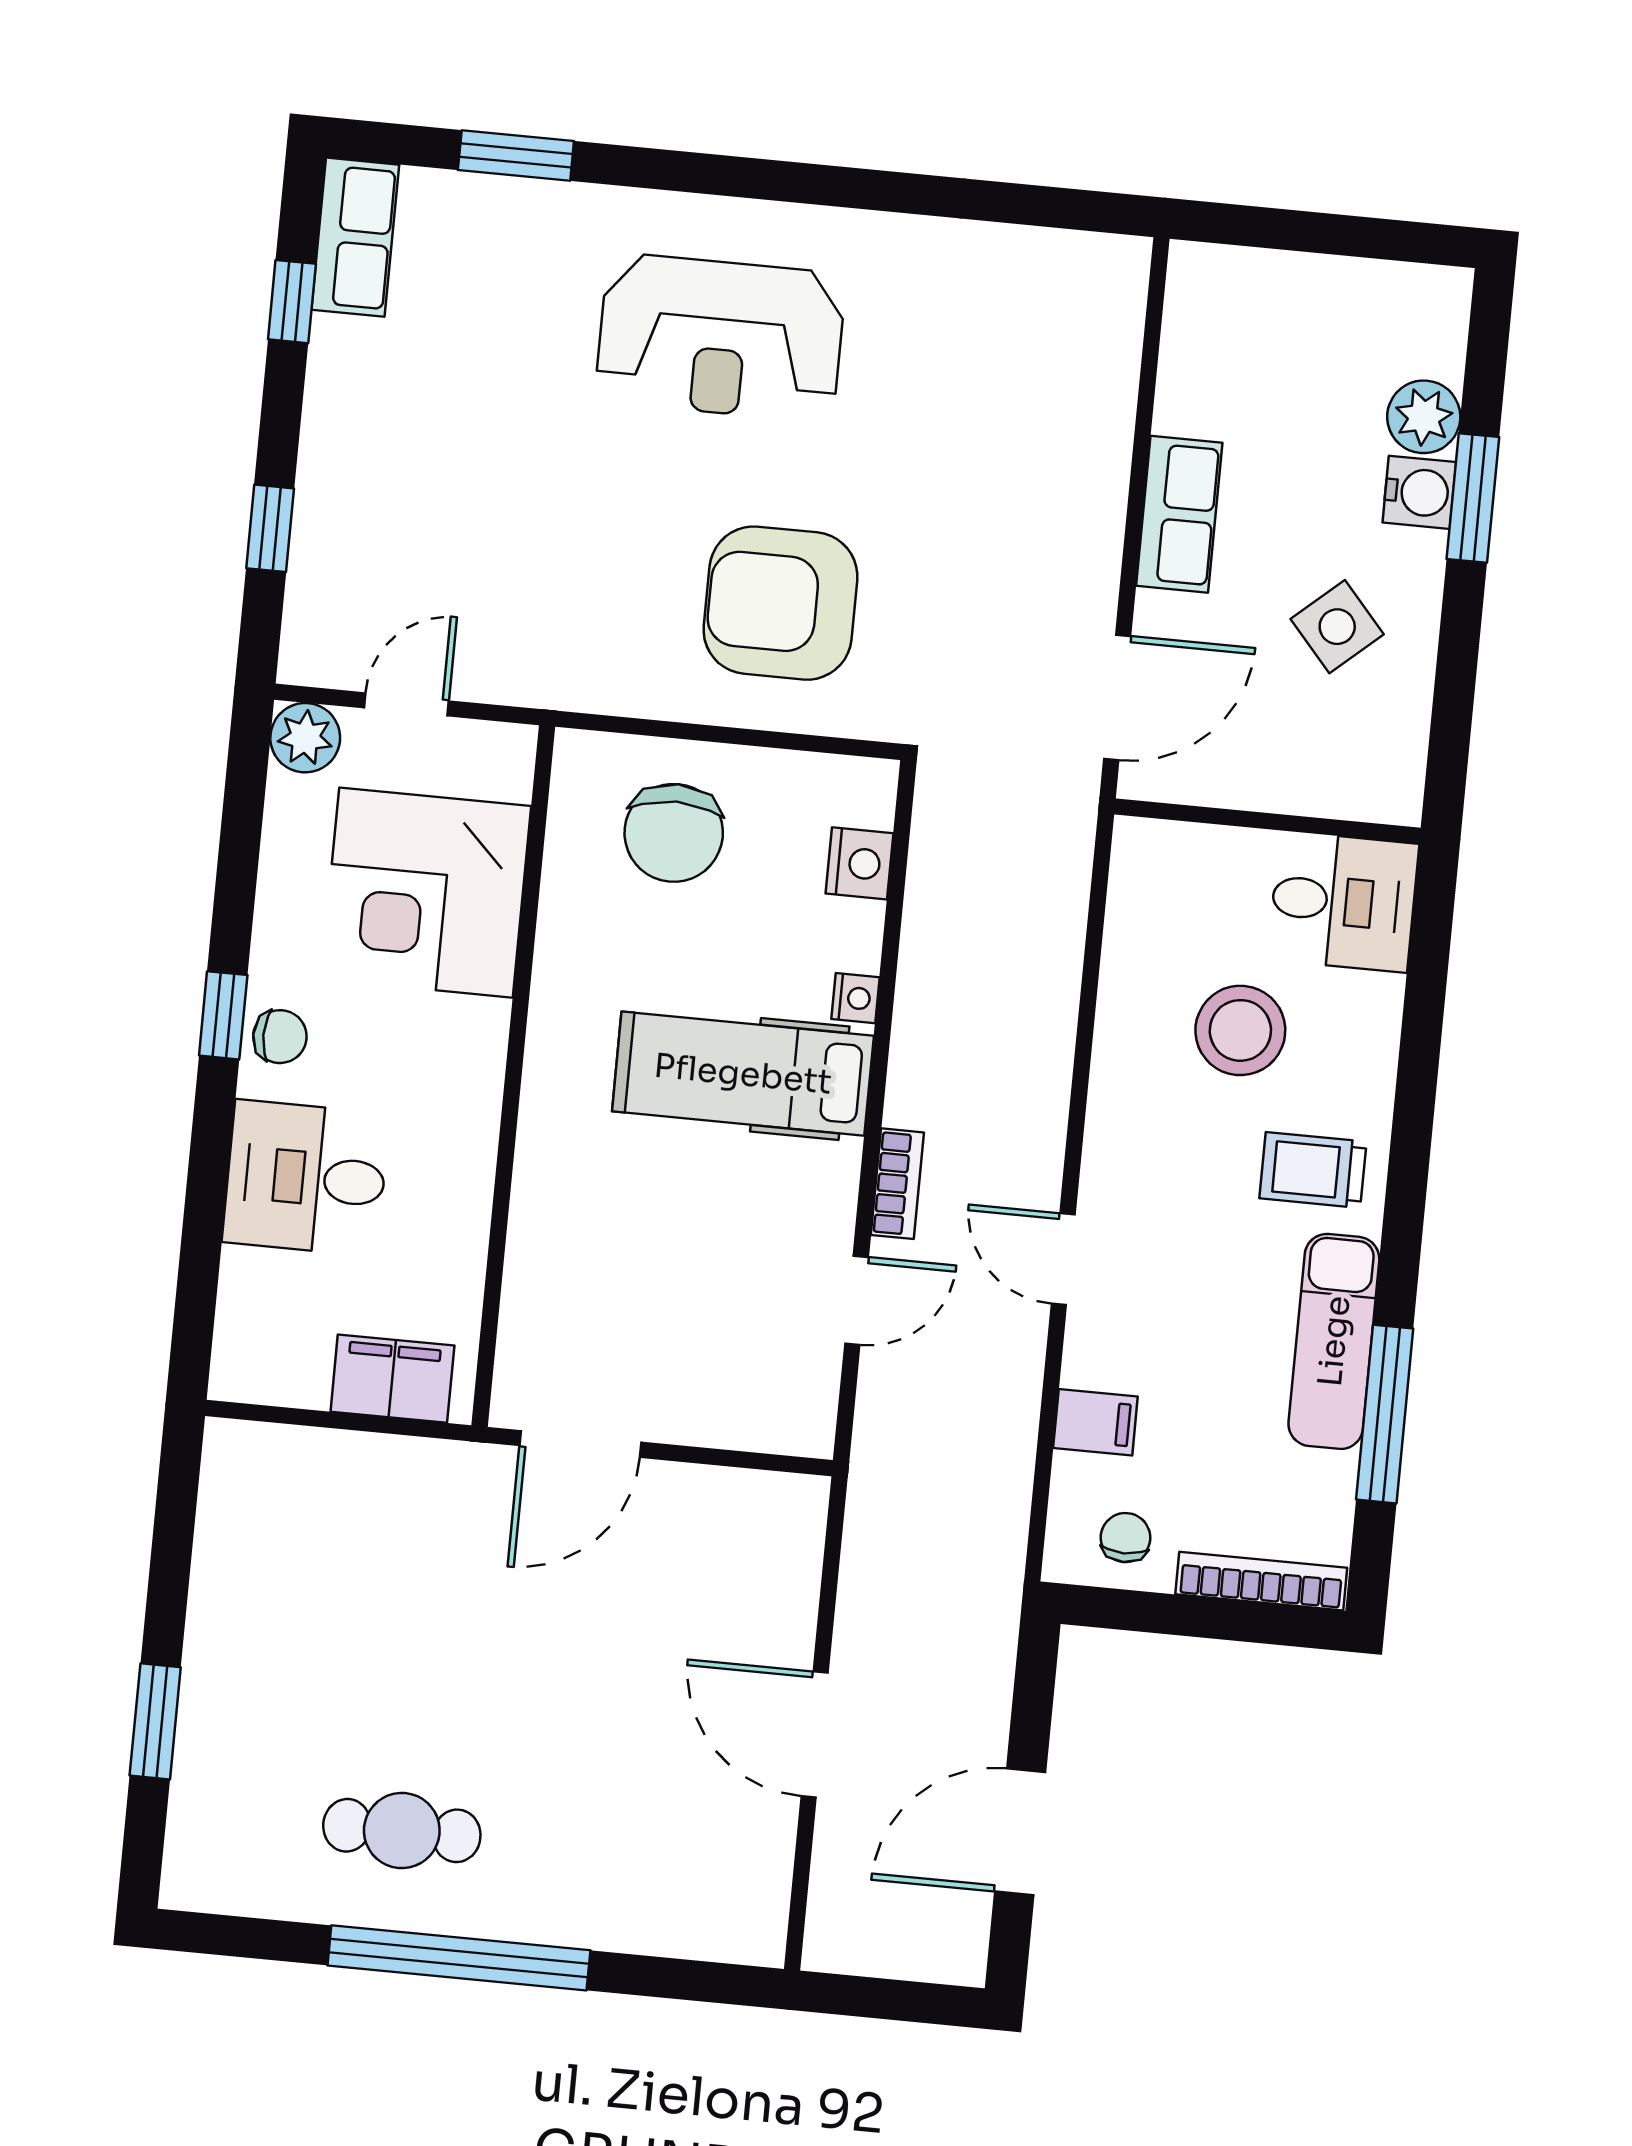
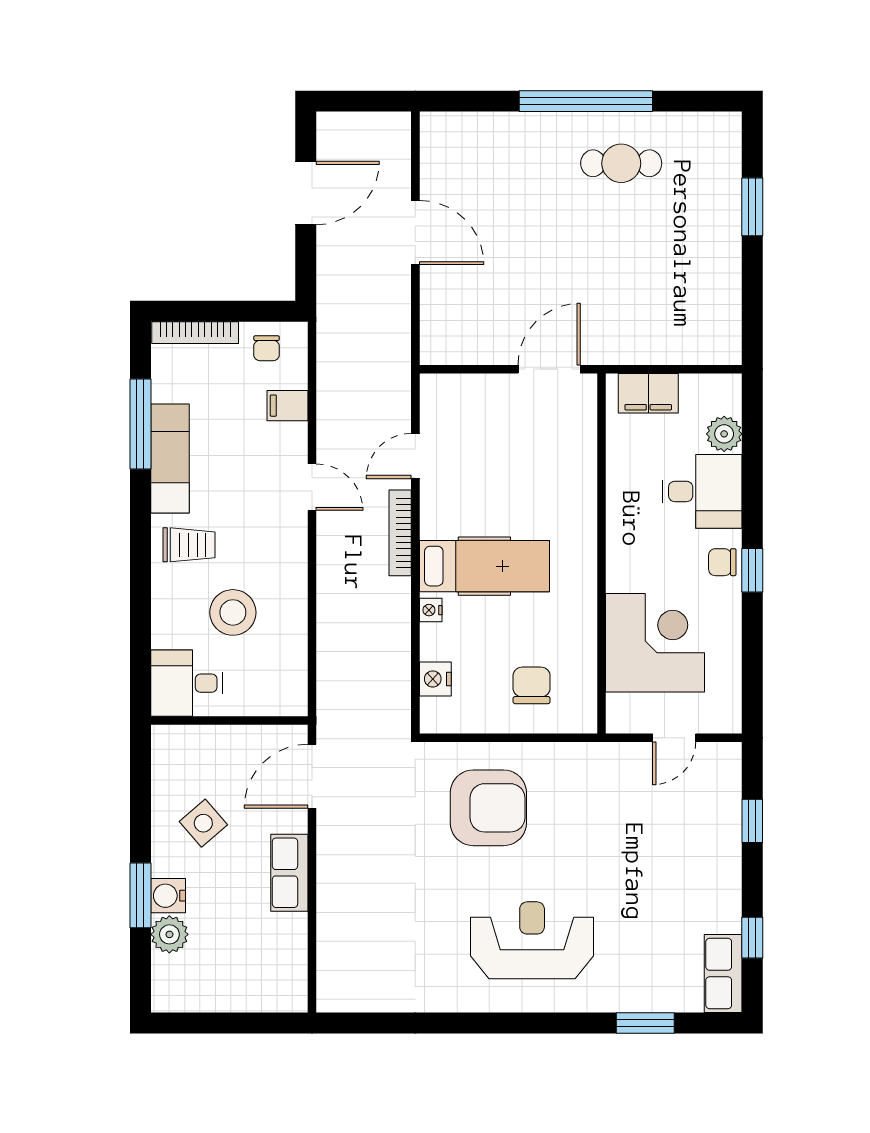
plant: (305, 738) -> (724, 434), moved
chair: (674, 833) -> (532, 685), width x0.73, depth x0.73
bookcase: (897, 1184) -> (400, 533), width x1.56

